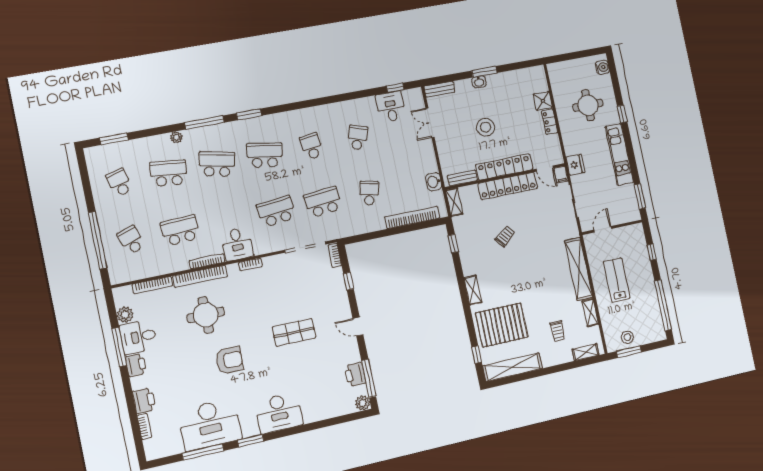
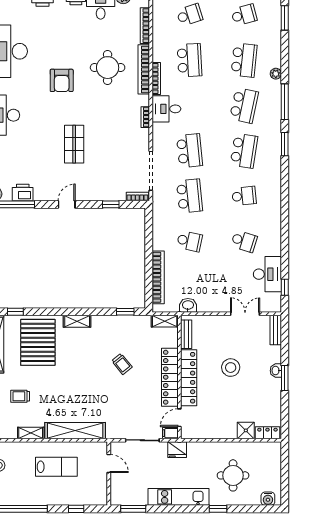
desk: (391, 107) -> (267, 274), width x1.37
locker: (550, 122) -> (267, 433), moved

